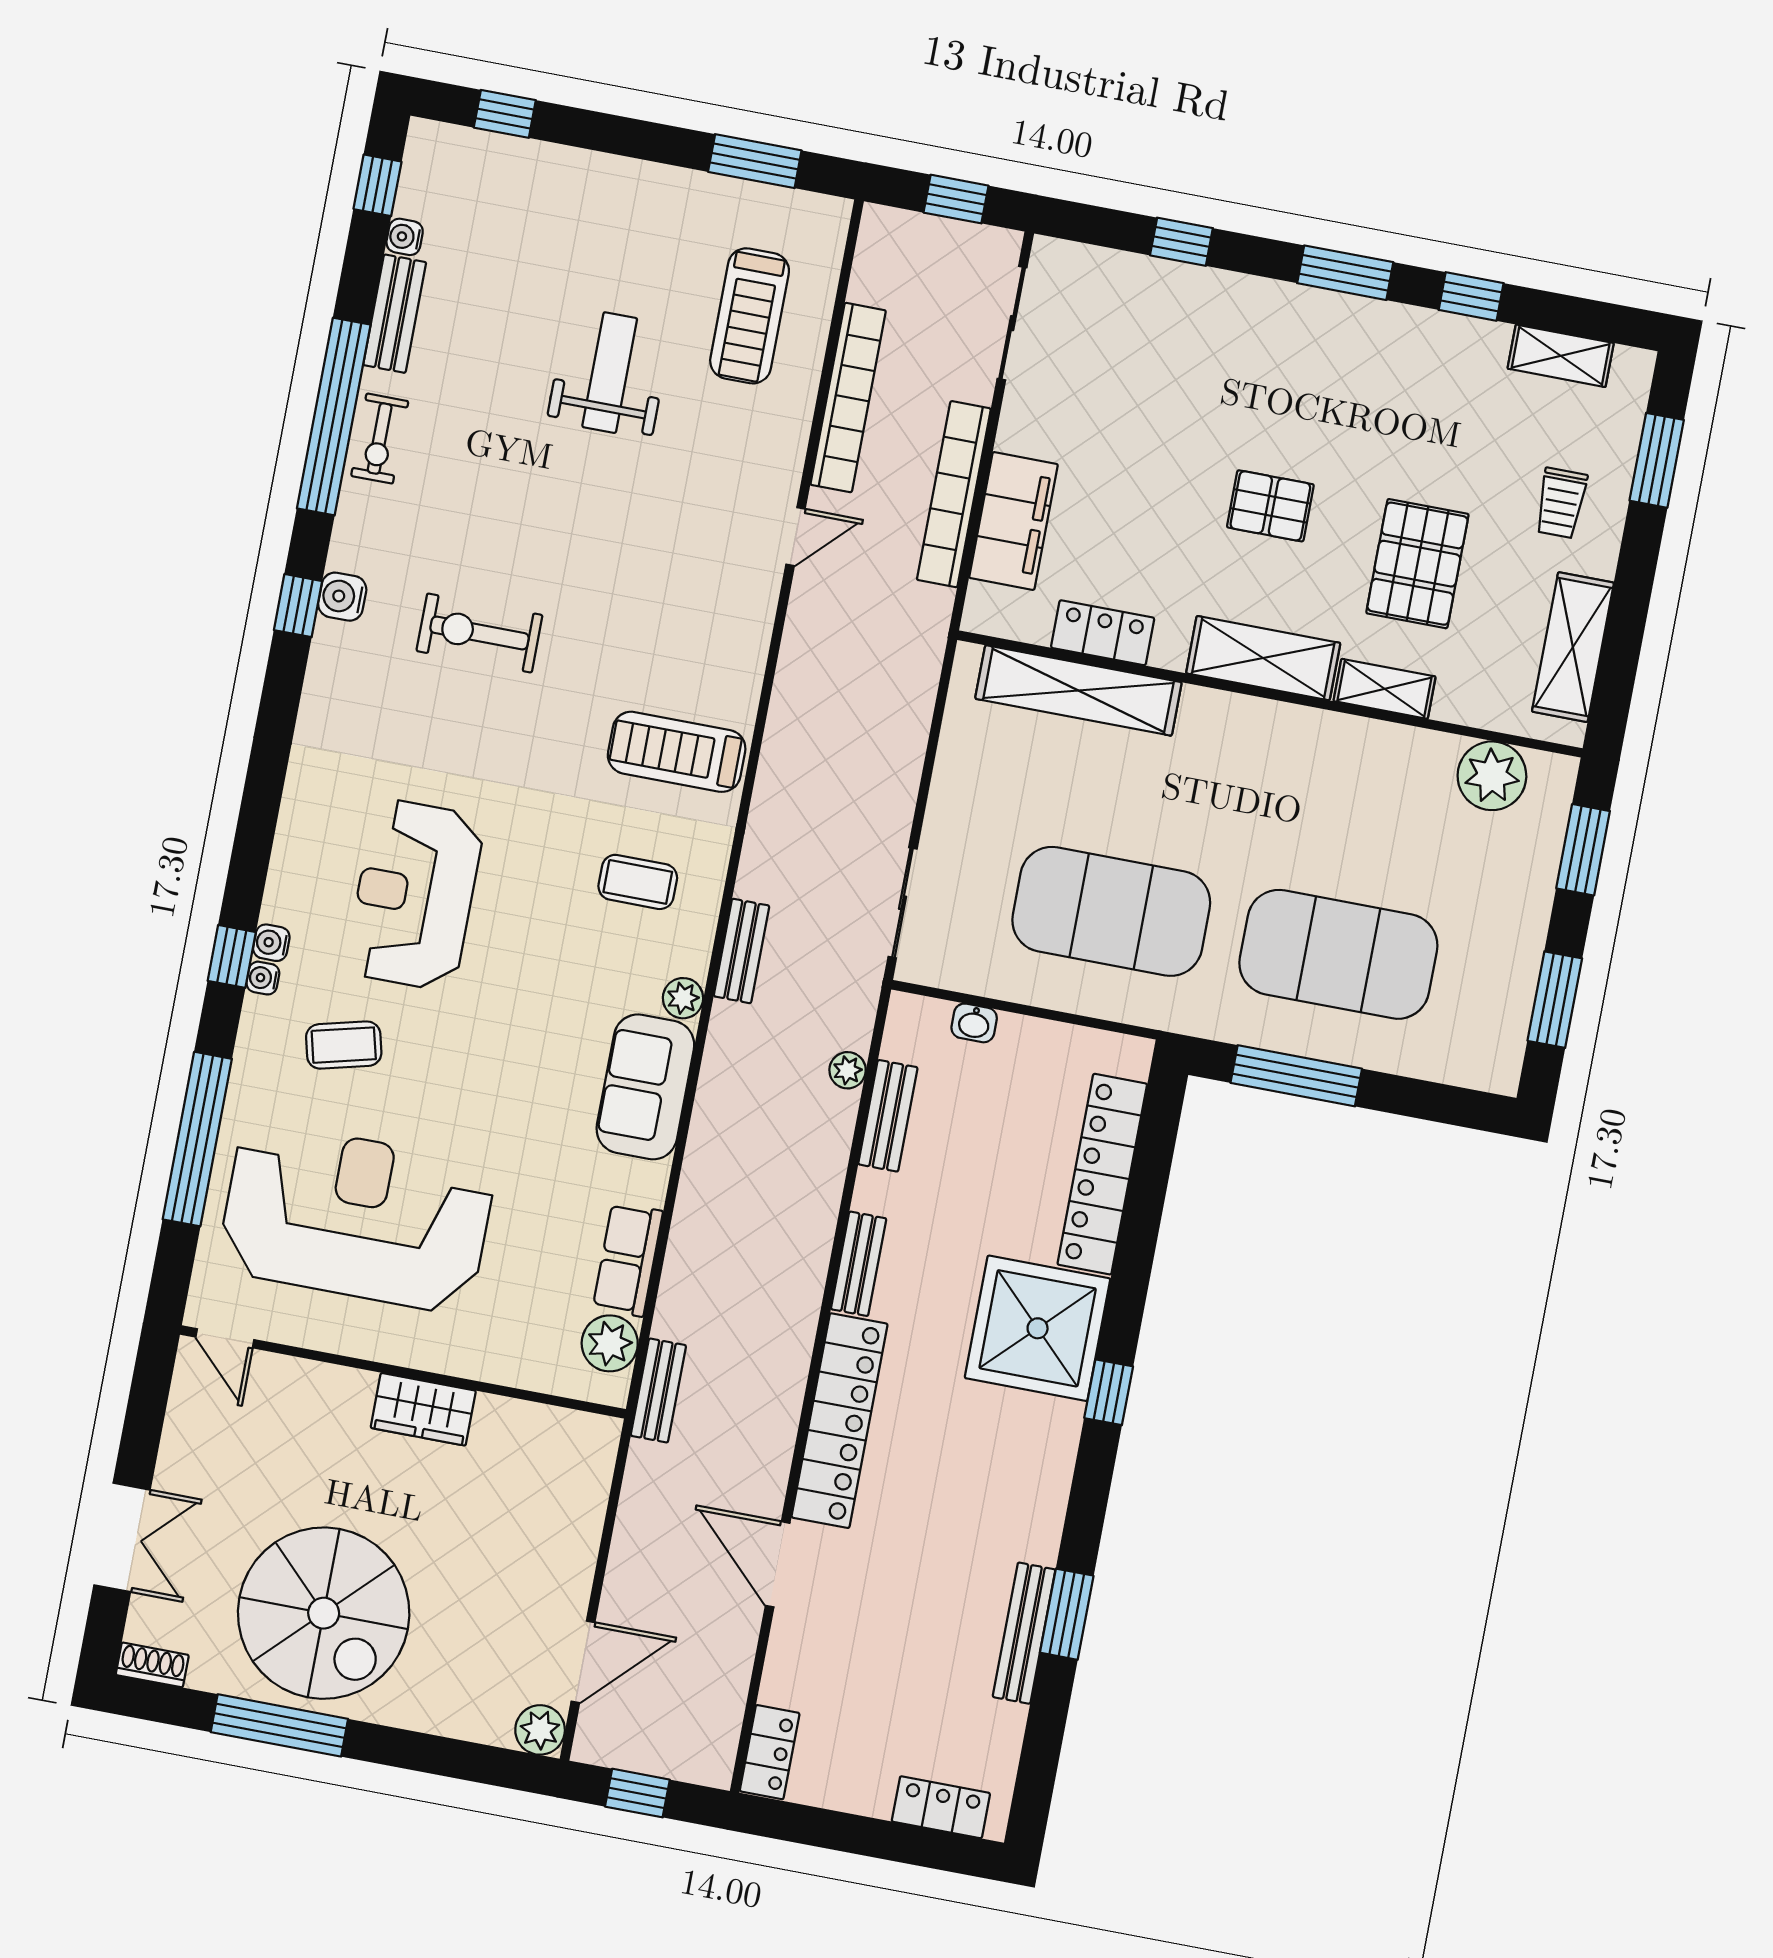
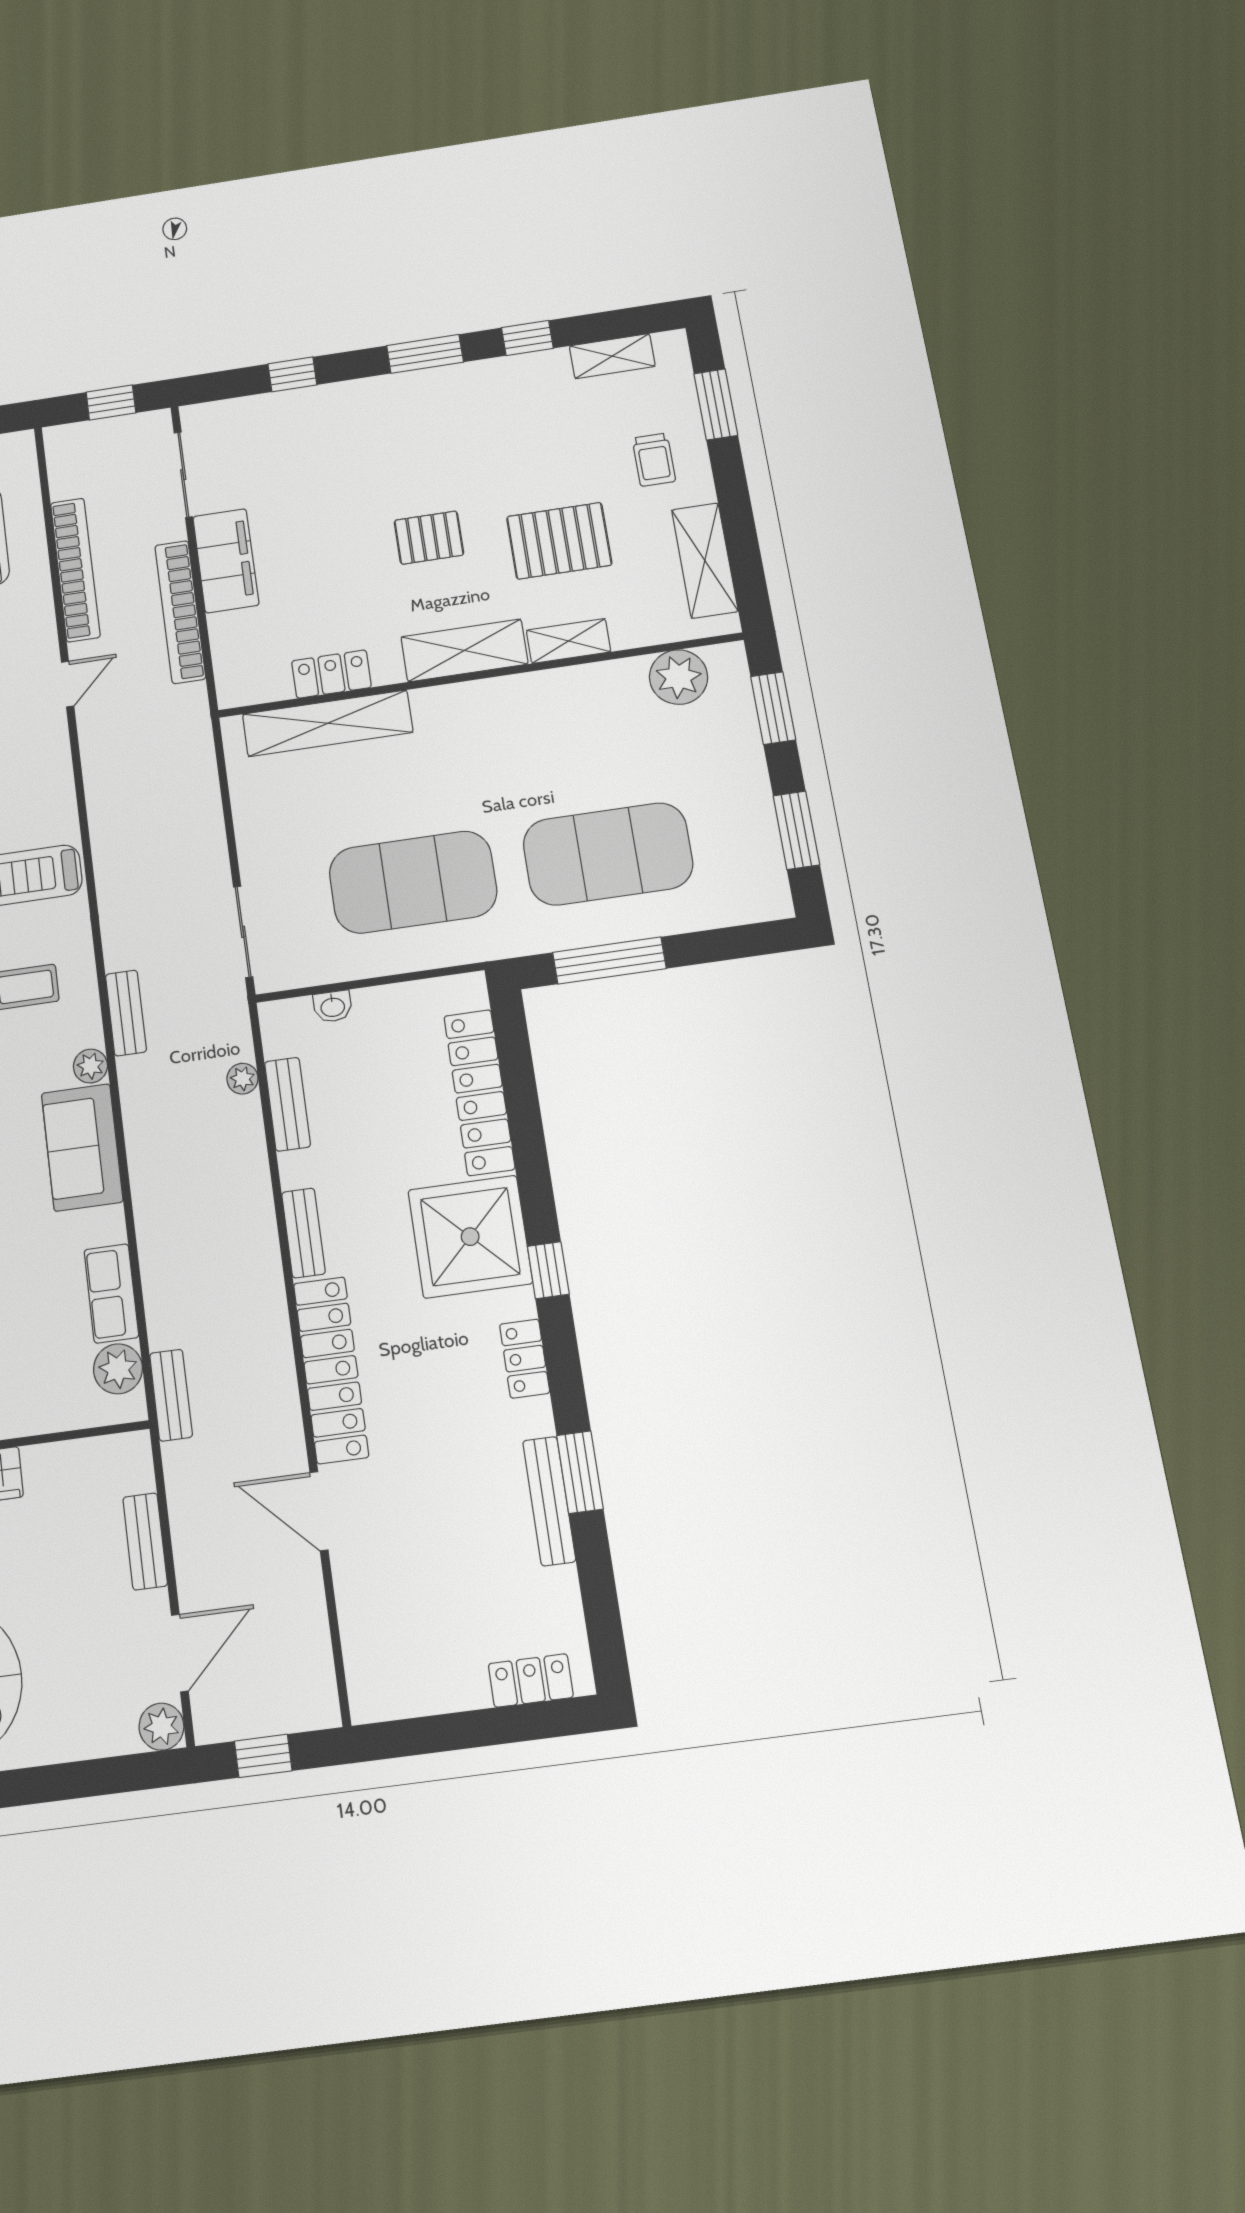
filing cabinet: (1013, 521) -> (226, 561), moved
pallet: (1417, 564) -> (559, 541), turned 90
bench: (582, 1535) -> (145, 1541), added
locker: (770, 1752) -> (525, 1359), moved, turned 180

